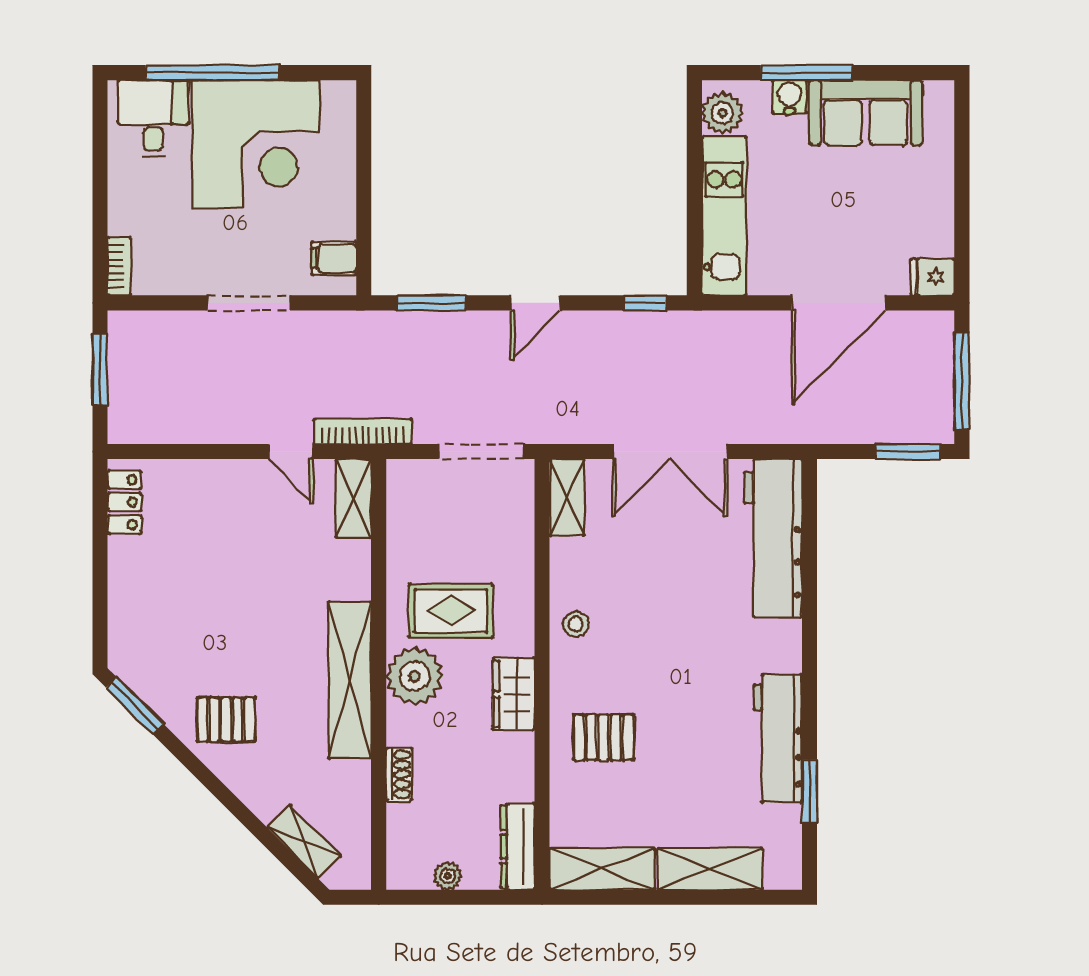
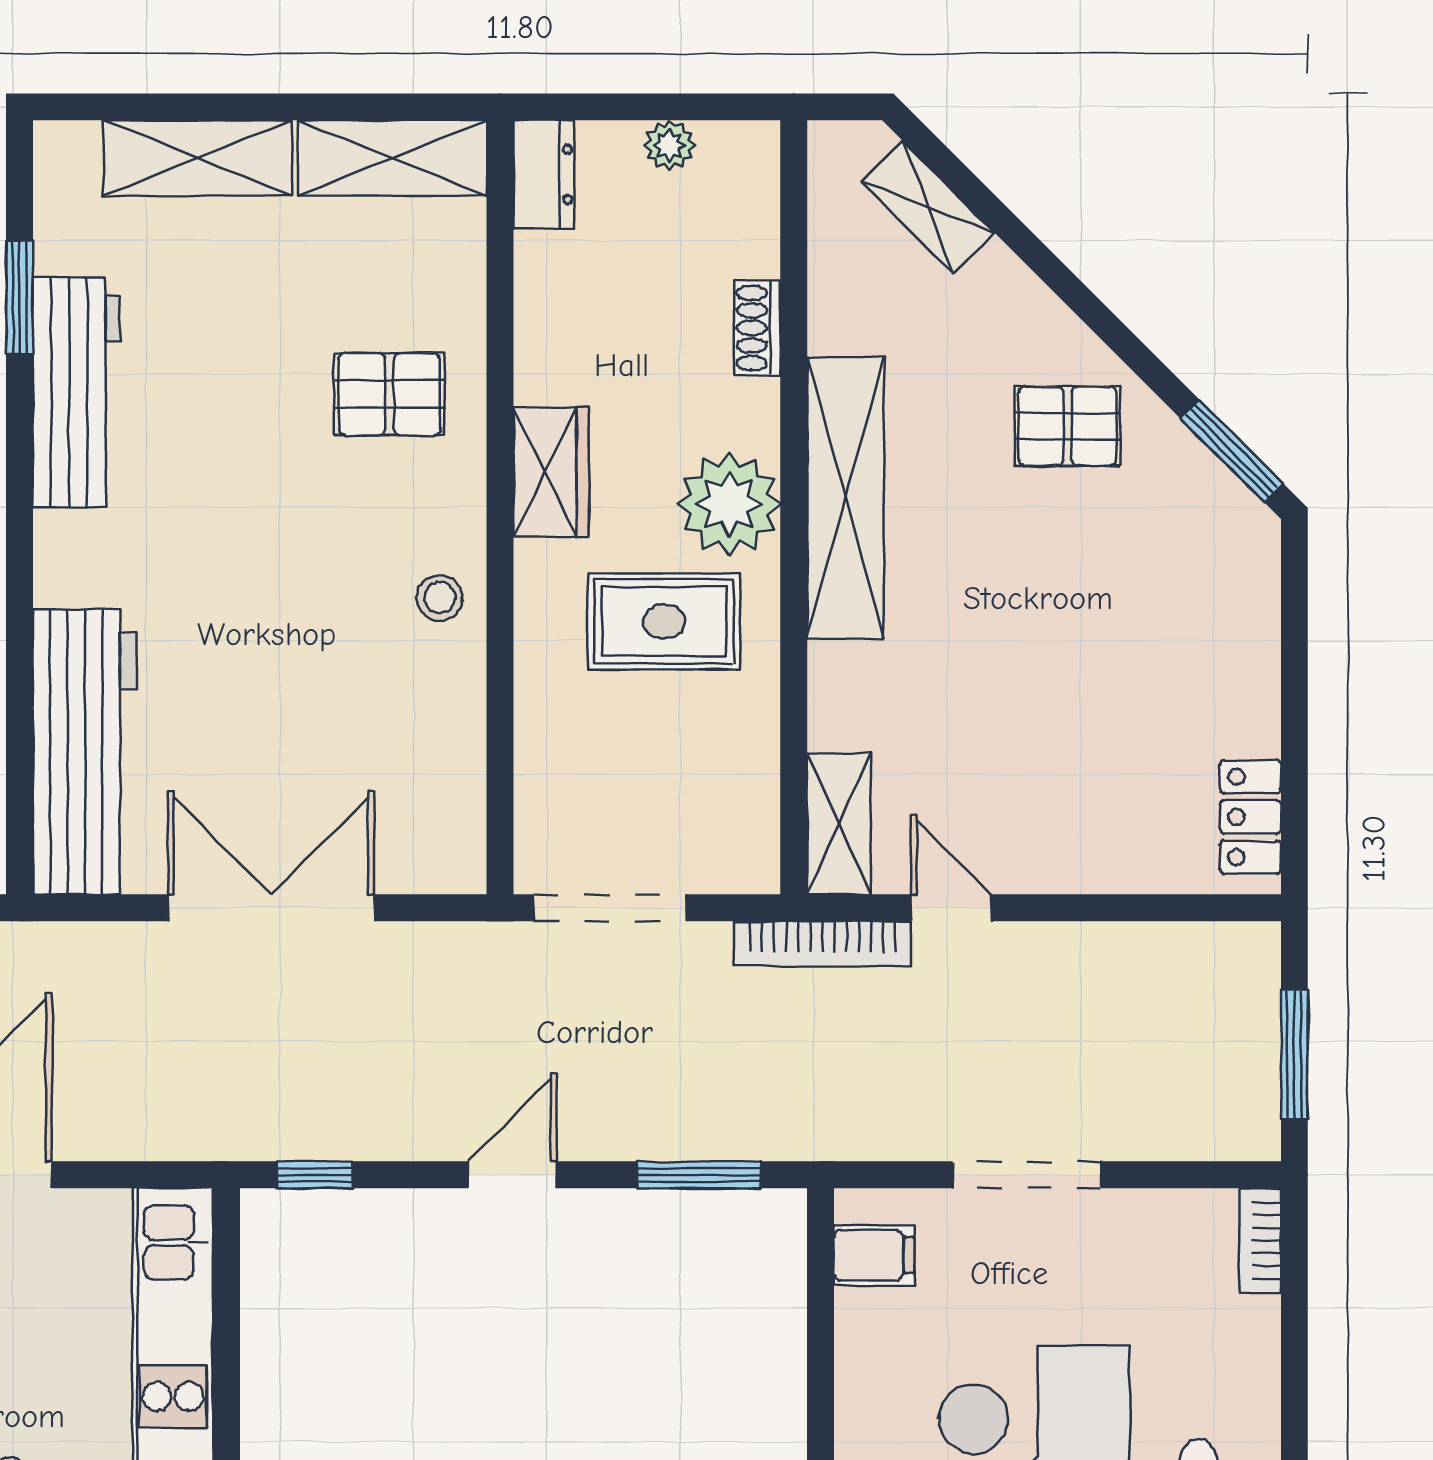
shelving: (567, 497) -> (456, 825), removed
dresser: (518, 847) -> (544, 174), width x0.70

